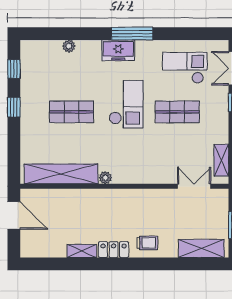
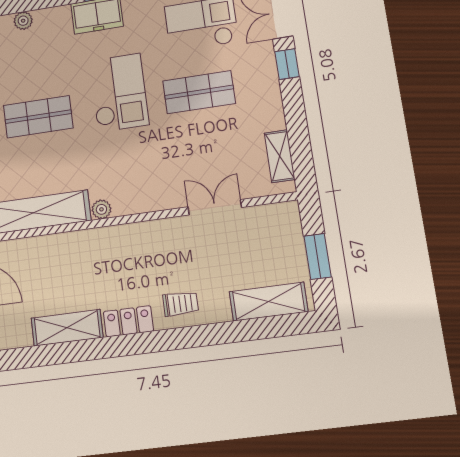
double door: (194, 186) -> (215, 207), moved
shelving: (82, 251) -> (67, 328), width x1.50, depth x1.33

